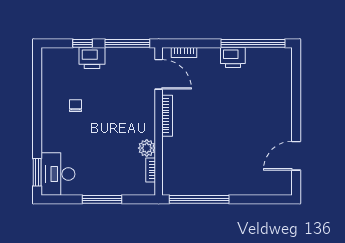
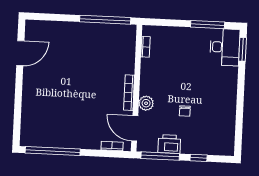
printer: (92, 58) -> (169, 144), moved
printer: (233, 58) -> (70, 140), removed
chair: (75, 106) -> (185, 111), moved
plant: (147, 148) -> (146, 103), moved
window: (102, 199) -> (208, 25), moved

